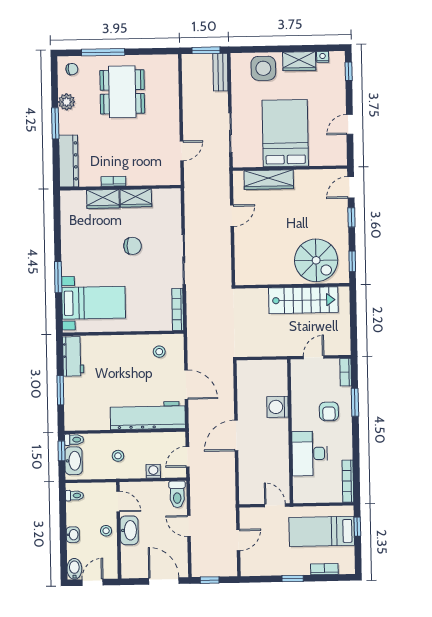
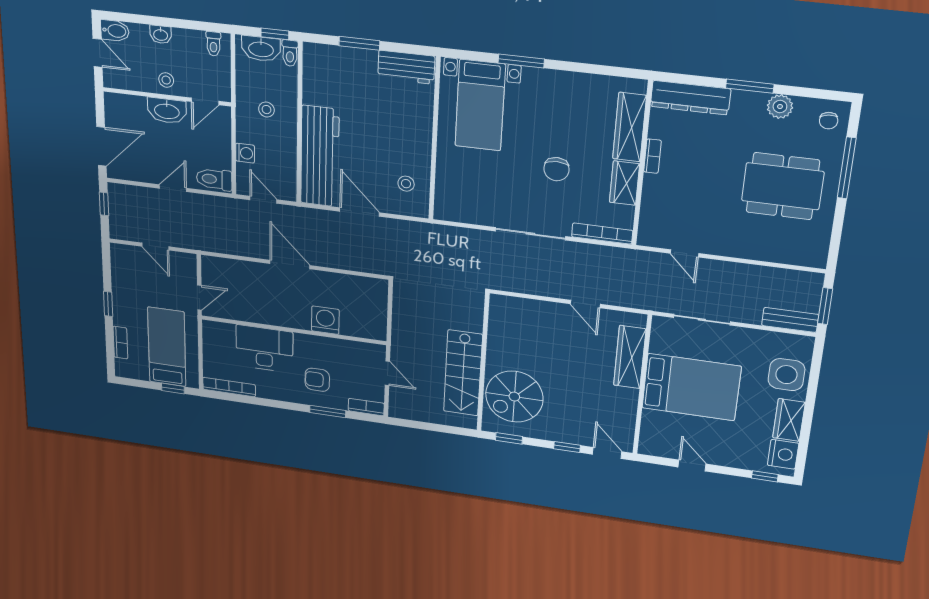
nightstand: (323, 57) -> (783, 454), width x1.89, depth x1.79
wardrobe: (103, 199) -> (629, 127), width x1.50
bookcase: (178, 309) -> (602, 234), moved
door: (186, 385) -> (359, 212), swing flipped

